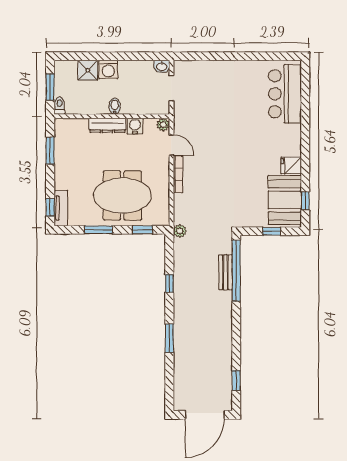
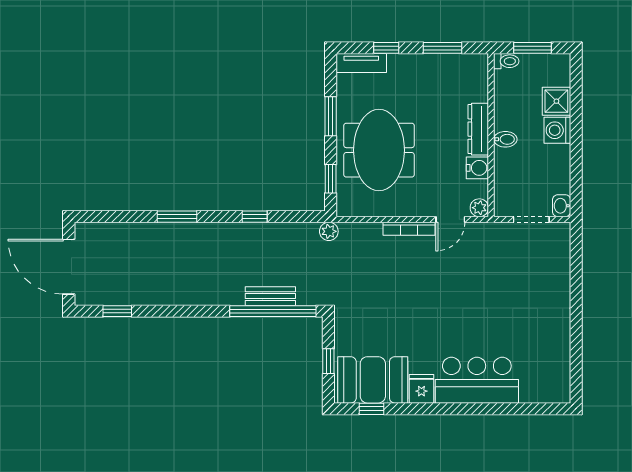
bar counter: (285, 94) -> (477, 380), moved
window: (50, 207) -> (386, 48), moved

